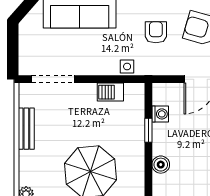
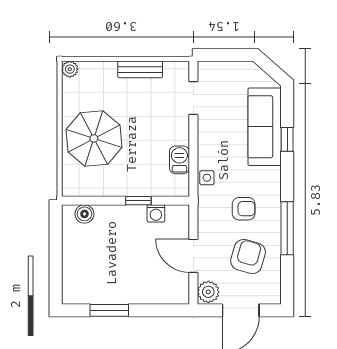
doorway: (53, 79) -> (193, 98), width x0.73
boiler: (161, 165) -> (84, 214), moved

